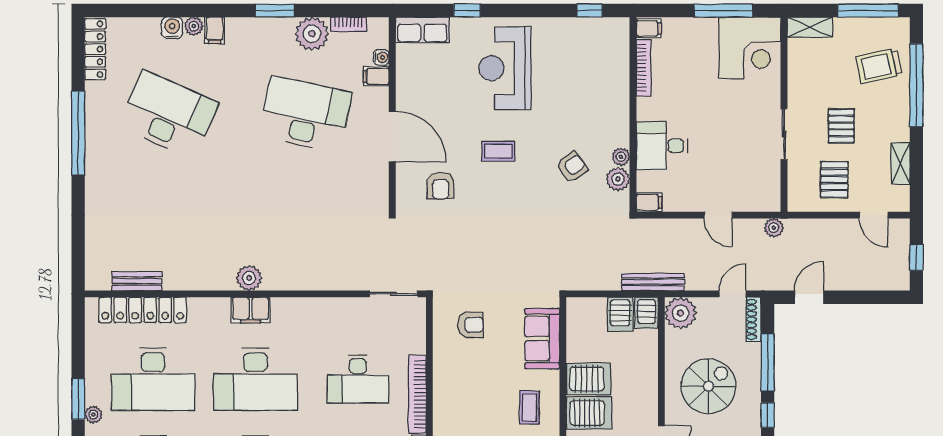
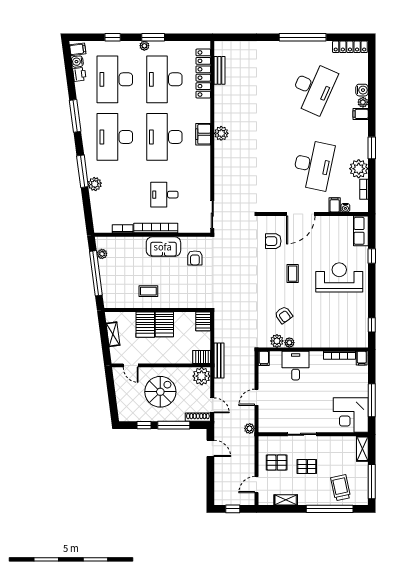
server rack: (620, 314) -> (203, 321), moved, turned -90
sofa: (542, 339) -> (163, 247), moved, turned 180
desk: (358, 379) -> (164, 195), width x0.73
spiral stairs: (708, 386) -> (160, 392), turned -90

